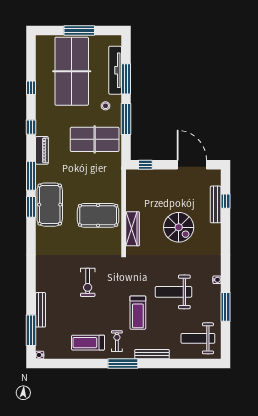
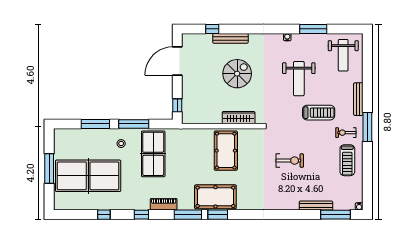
tv unit: (115, 70) -> (87, 134), removed
bench: (216, 204) -> (230, 38), moved

